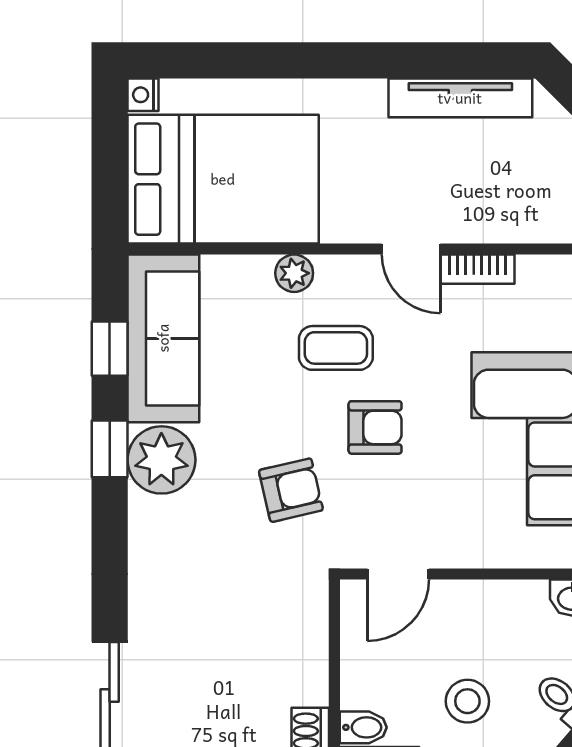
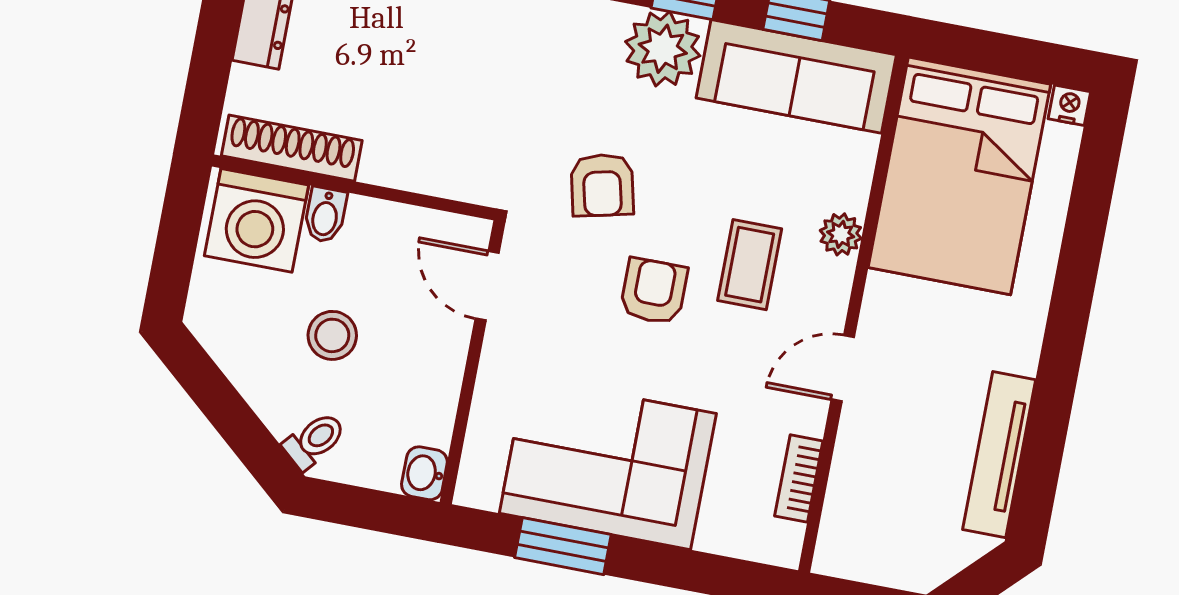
bookcase: (478, 269) -> (799, 478), moved
armchair: (375, 427) -> (654, 291), turned 180

